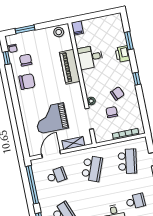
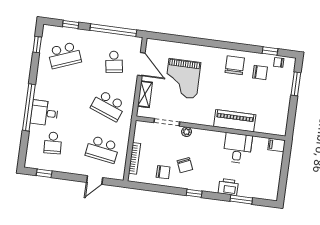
stool: (59, 32) -> (279, 122), removed
chair: (27, 82) -> (235, 65), turned 180
chair: (112, 112) -> (163, 172), moved
grand piano: (51, 118) -> (183, 79), turned 180

